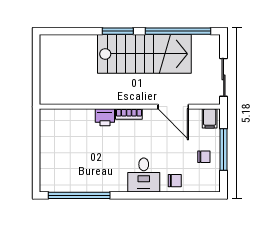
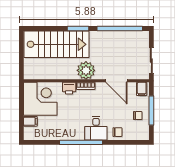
stairs: (144, 54) -> (56, 44), moved
plant: (129, 92) -> (86, 70), added
corner desk: (63, 133) -> (40, 99), added
filing cabinet: (49, 165) -> (30, 121), added
window: (79, 195) -> (81, 142), moved

